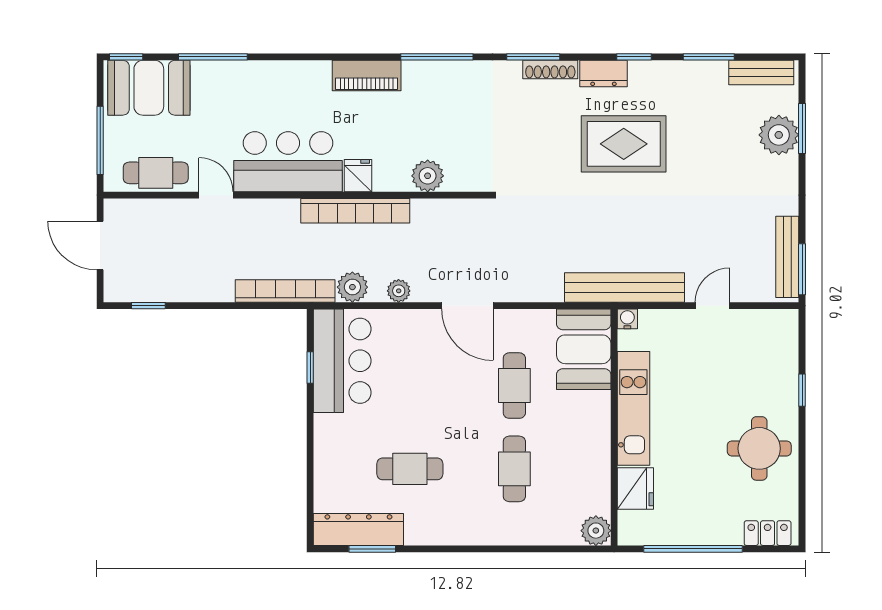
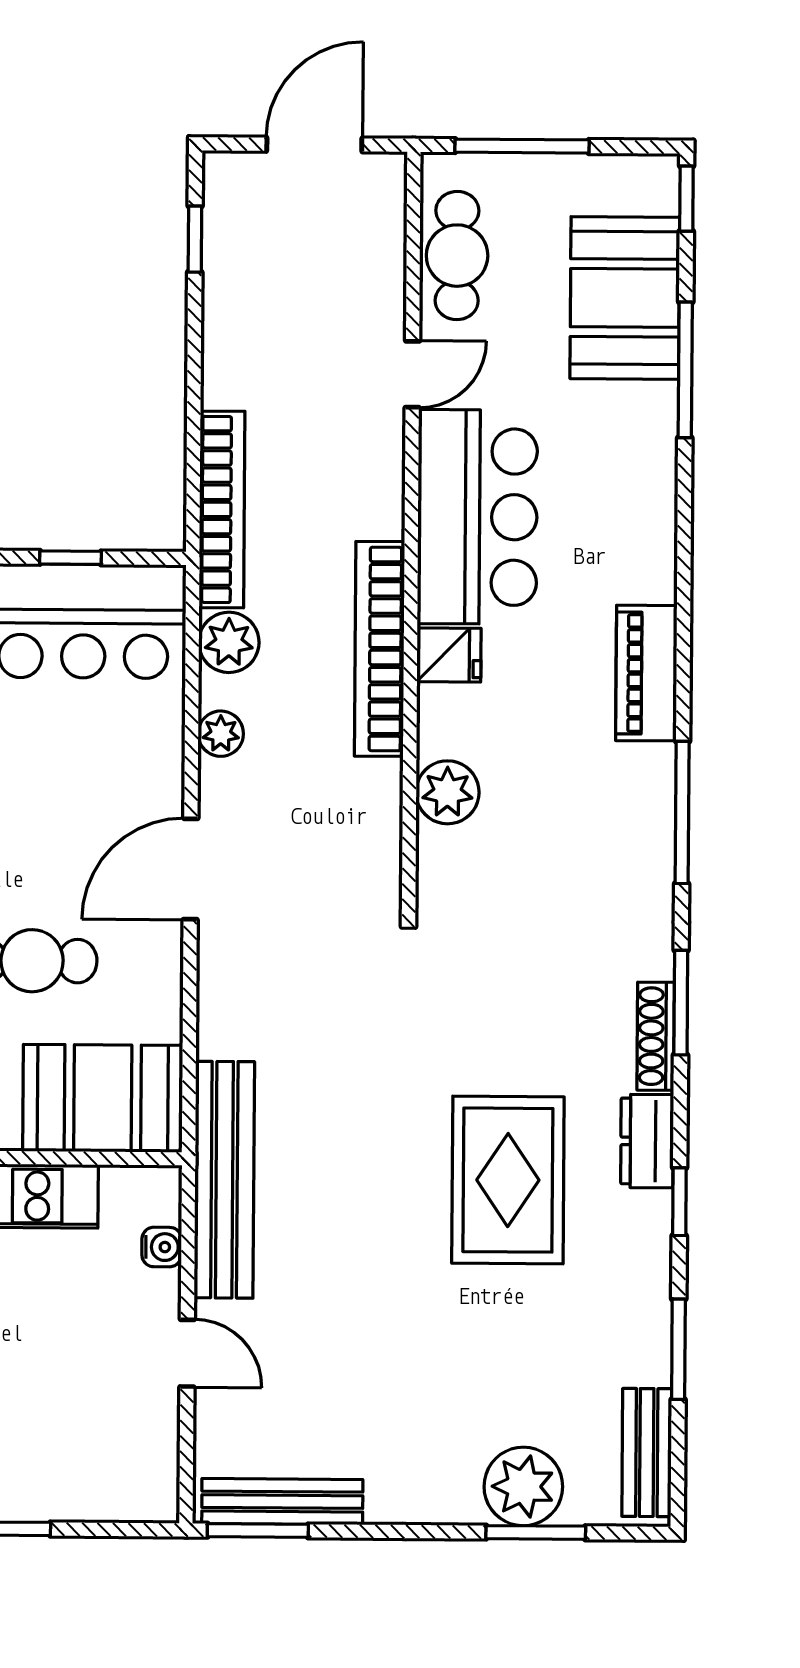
booth: (149, 88) -> (625, 298), moved
water cooler: (627, 319) -> (162, 1247), moved

